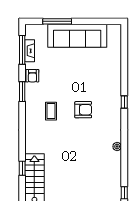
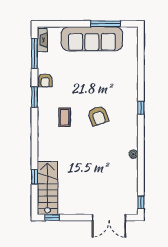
window: (57, 21) -> (106, 24), moved
fireplace: (30, 51) -> (42, 40), moved
armchair: (83, 110) -> (98, 116), turned 70

